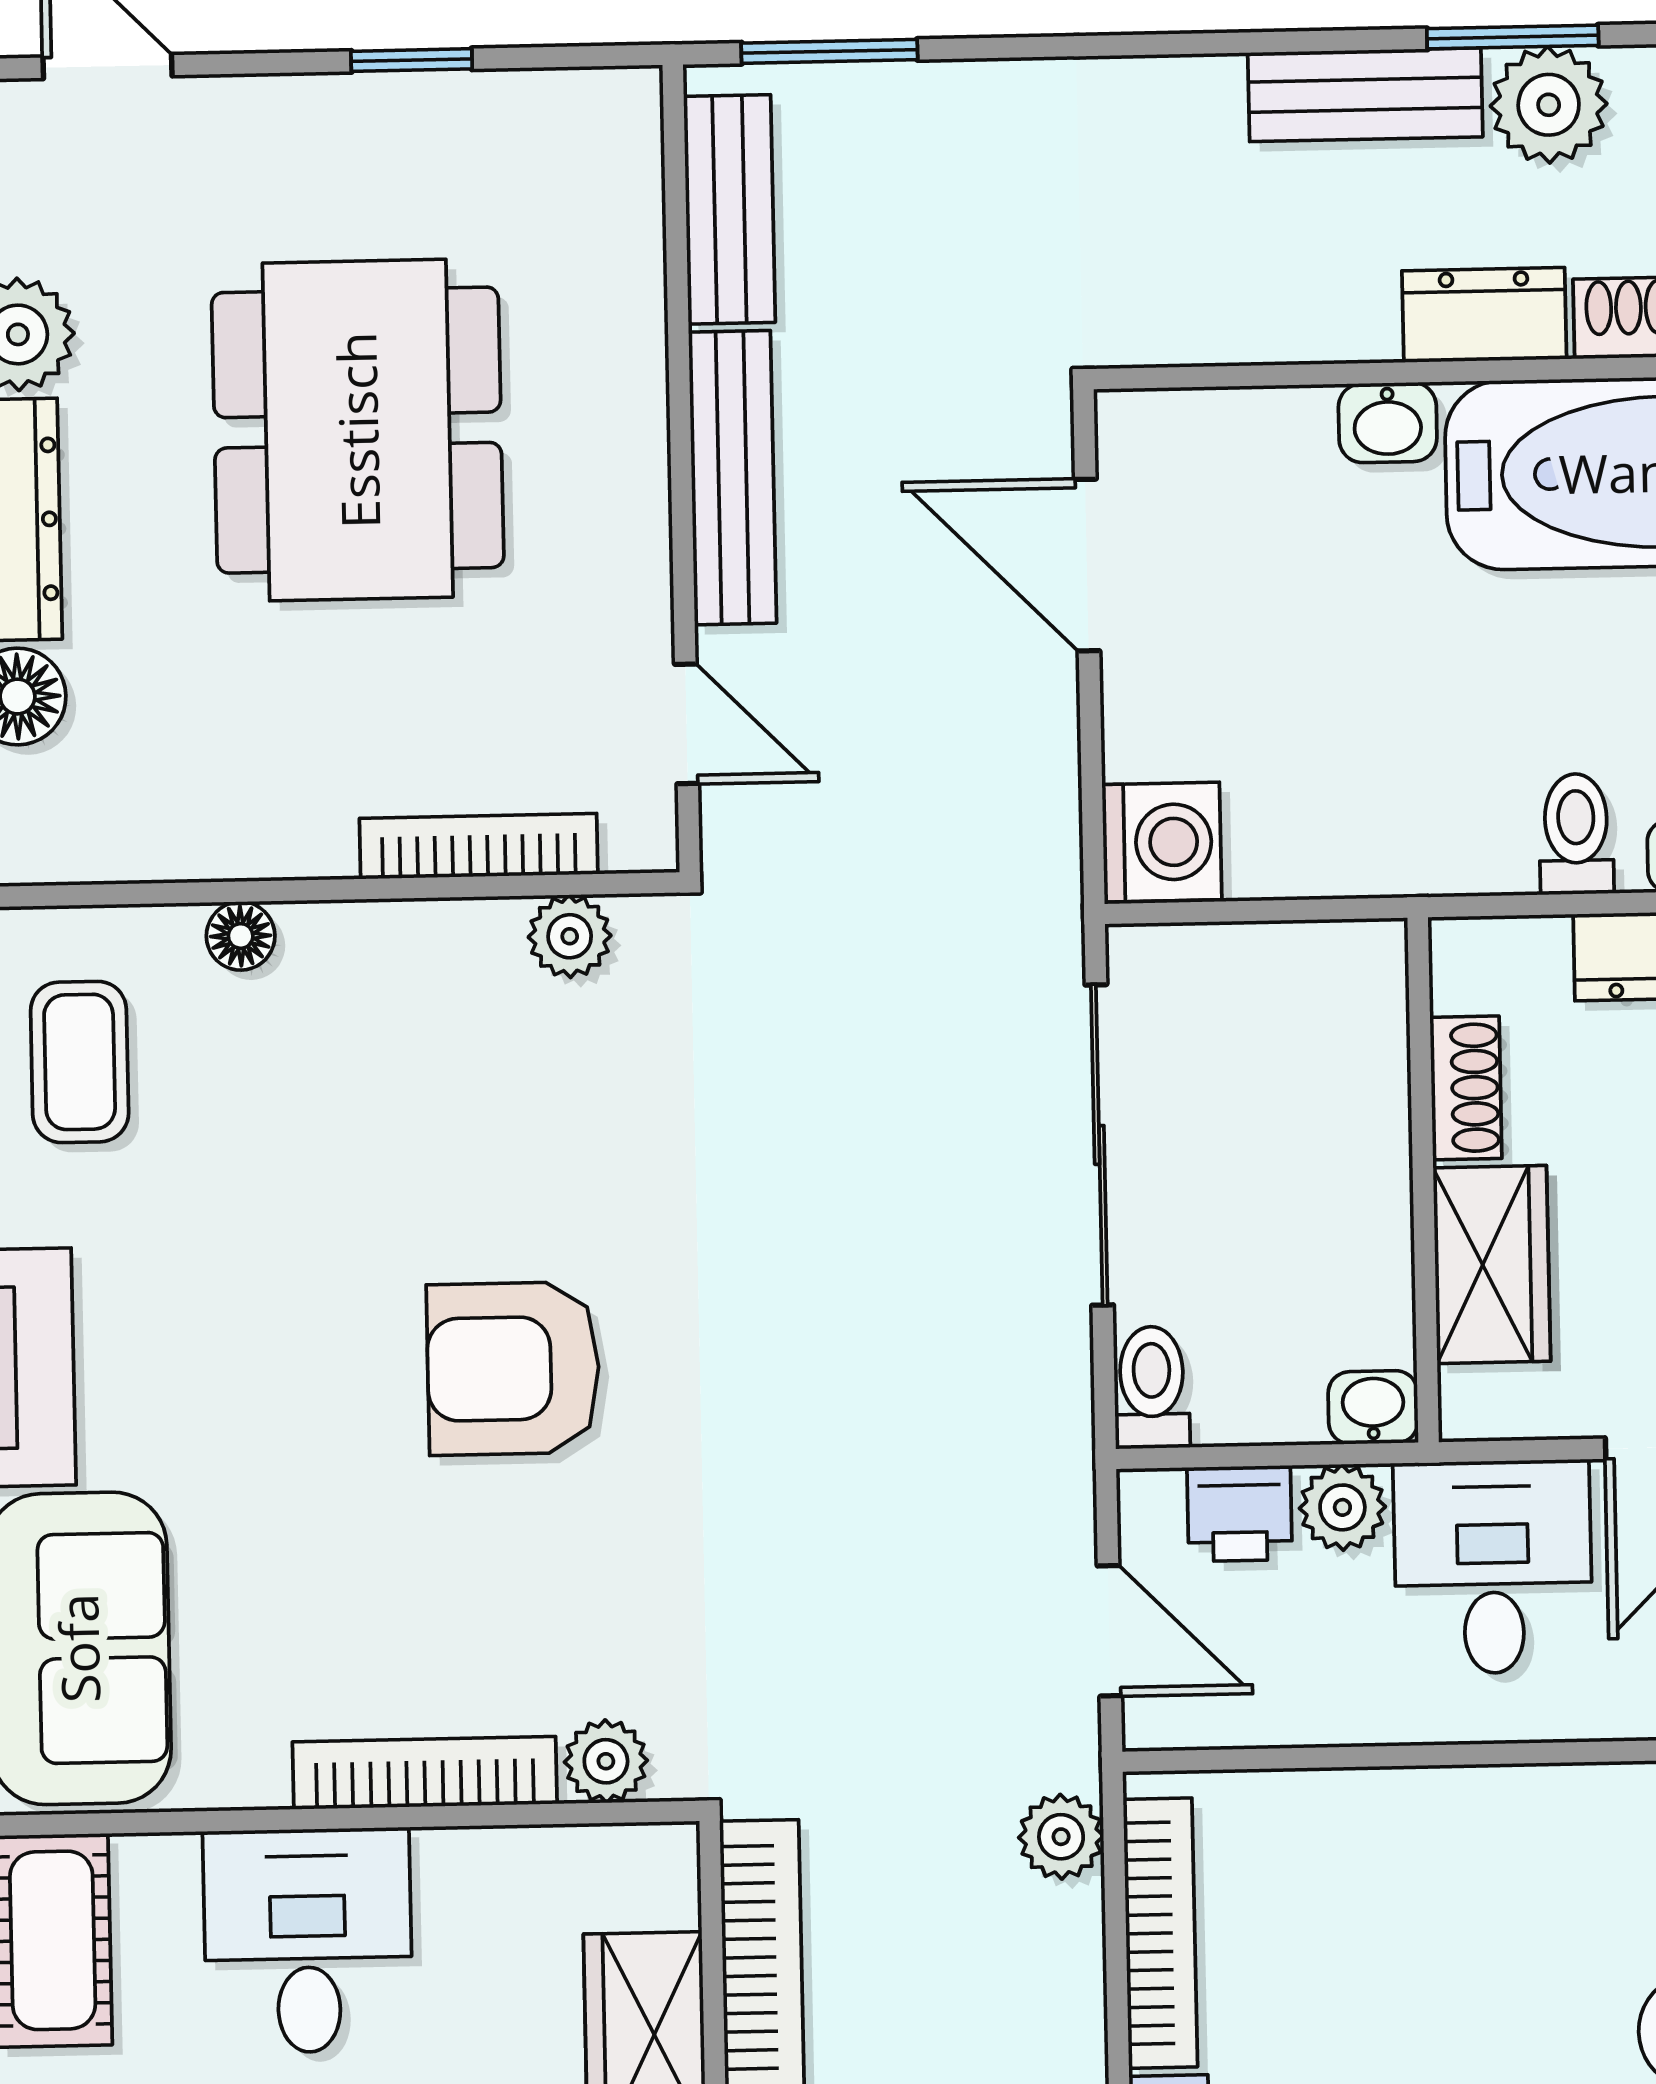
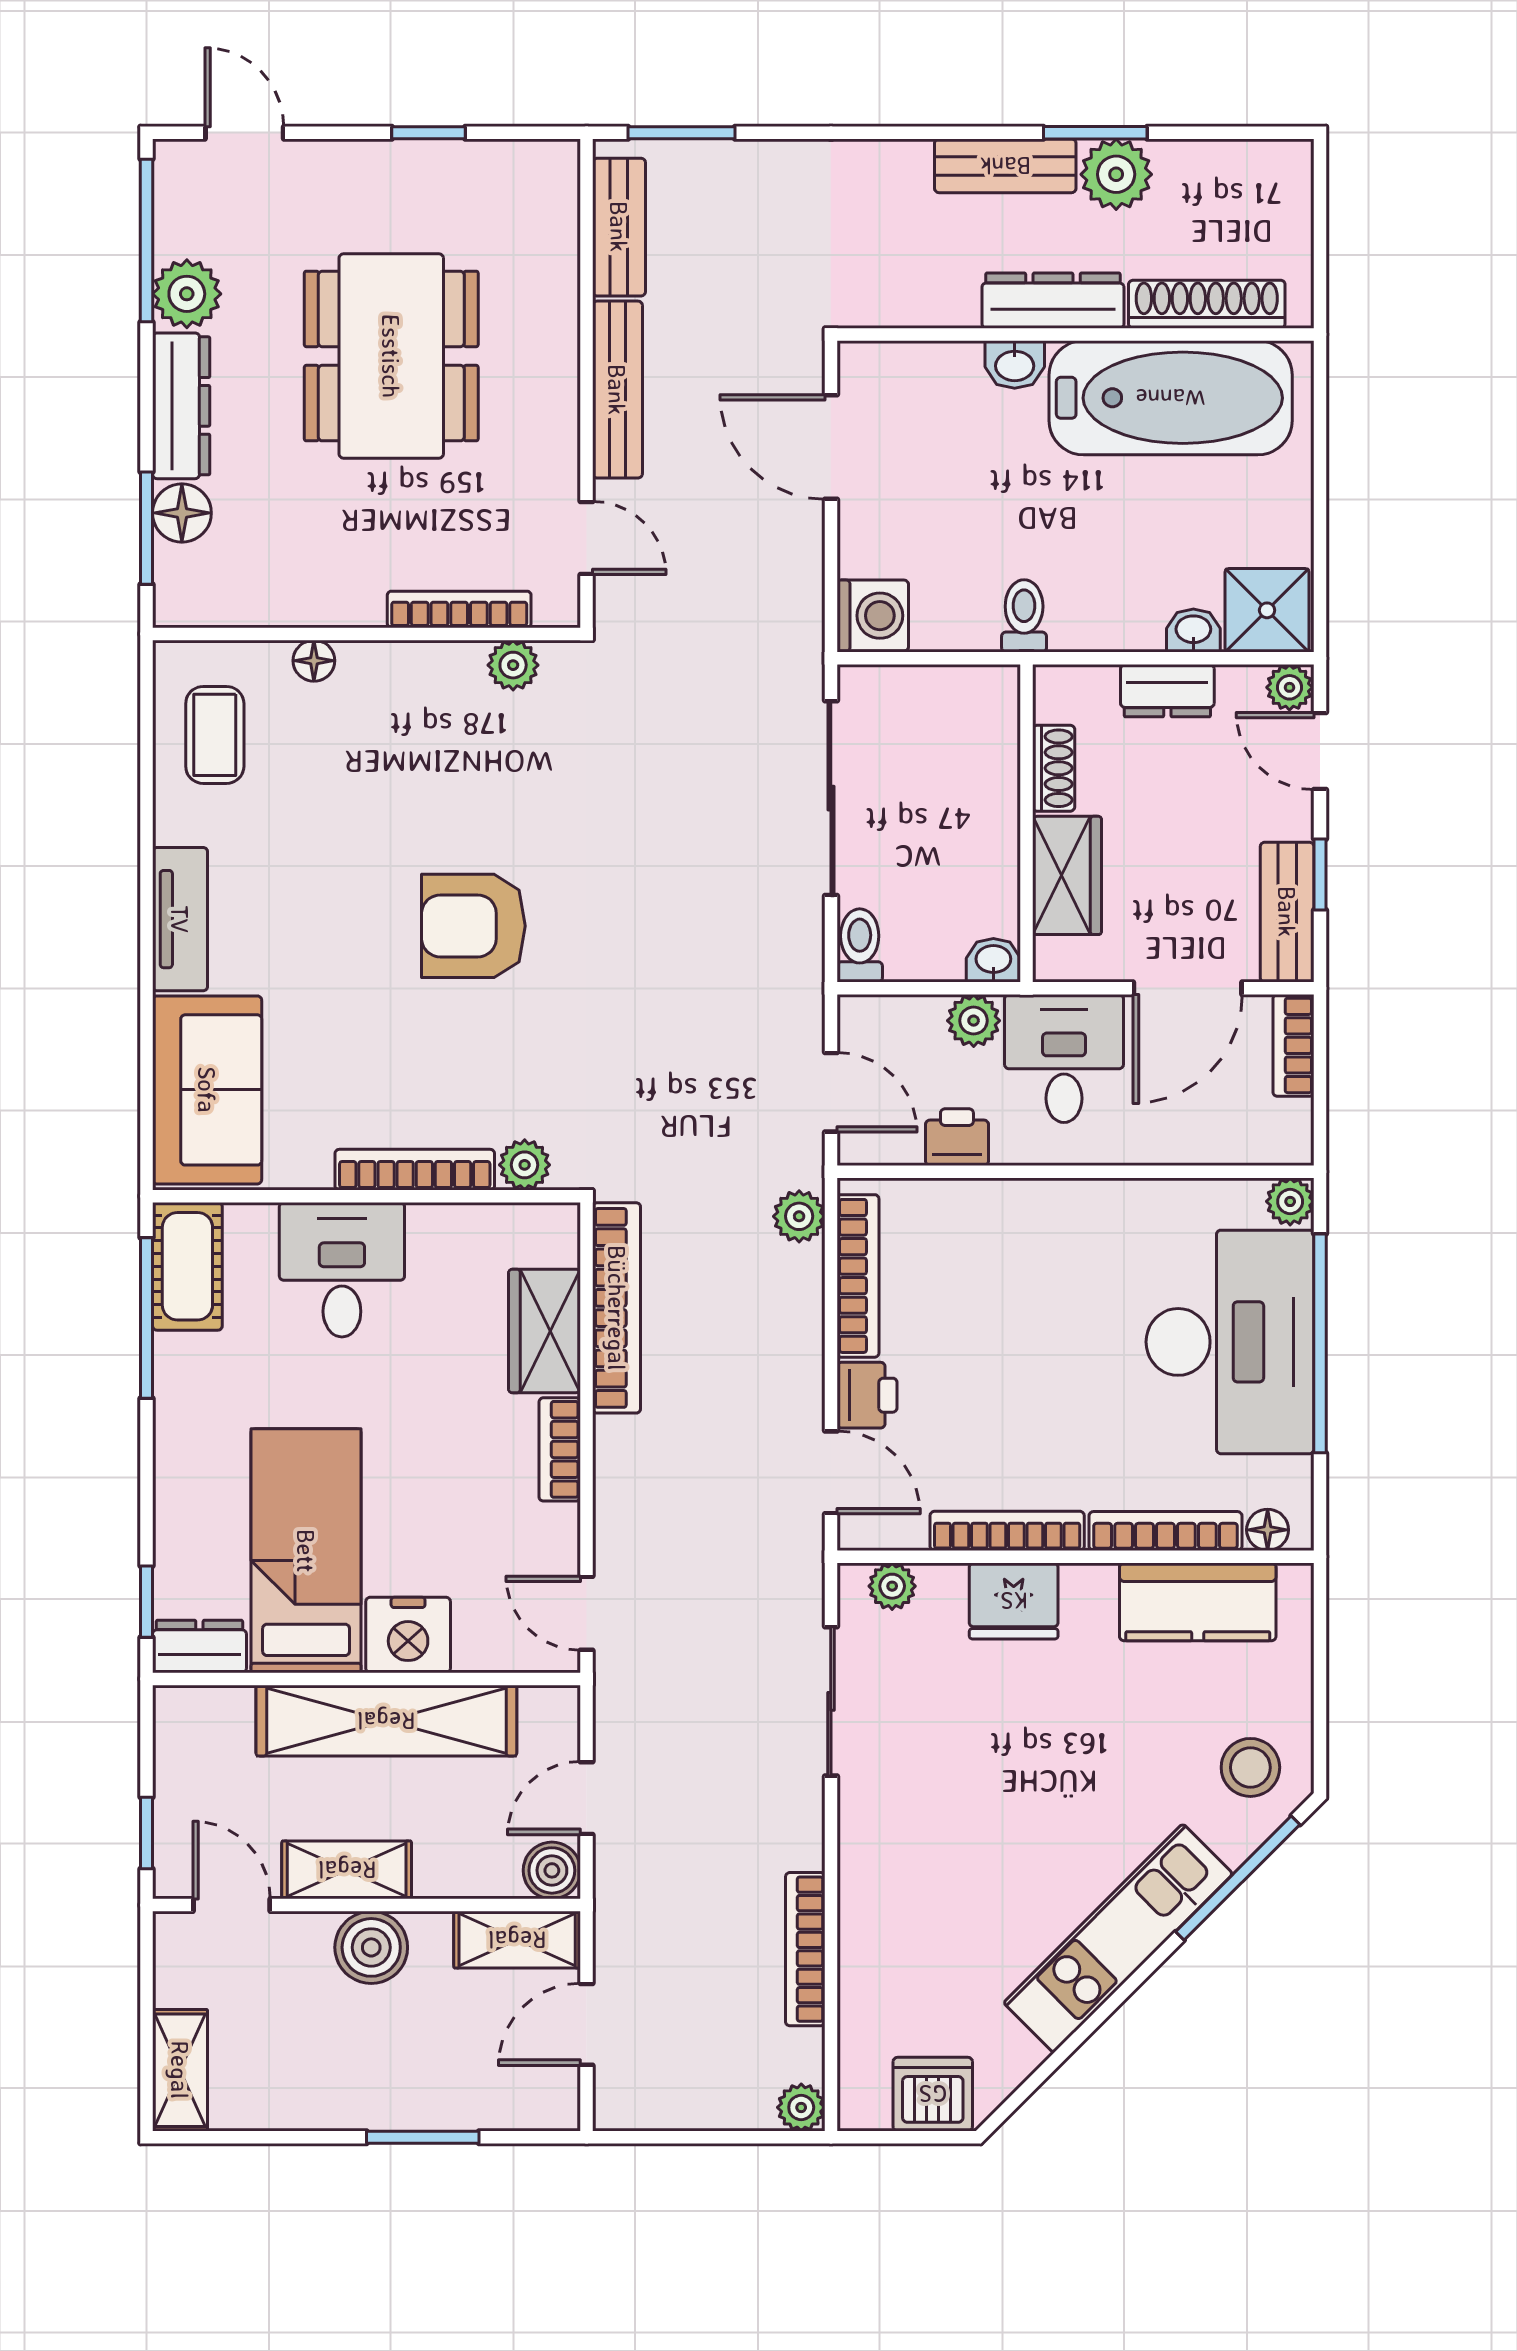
dresser: (1484, 315) -> (1053, 301), width x1.44
toilet: (1576, 834) -> (1024, 616), moved
printer: (1240, 1514) -> (957, 1137), moved, turned 180

